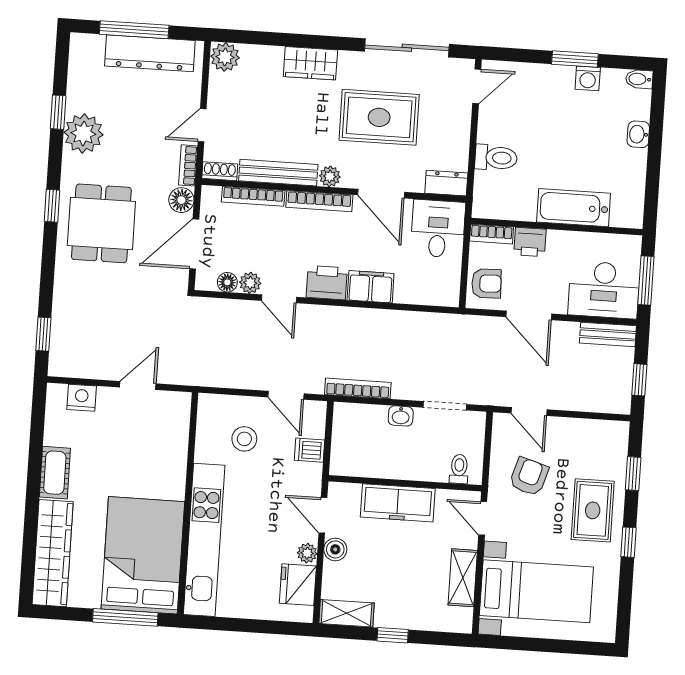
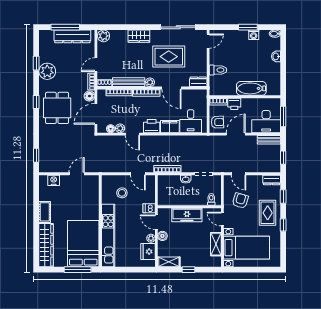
desk: (438, 229) -> (191, 121), moved, turned 180
door: (529, 315) -> (236, 134), swing flipped
dresser: (608, 432) -> (272, 180), added
dishwasher: (309, 450) -> (149, 208), moved

